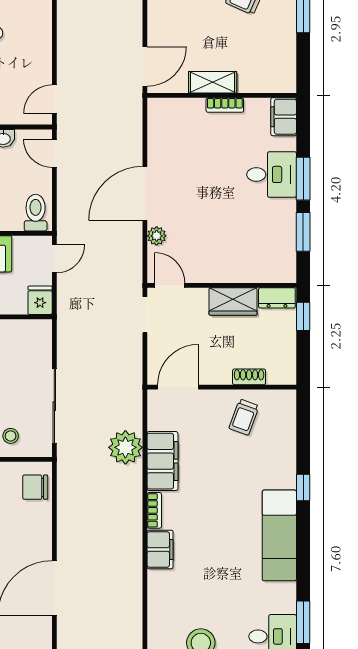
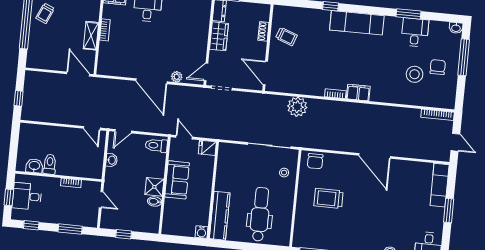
filing cabinet: (162, 461) -> (307, 86), removed

